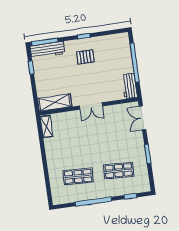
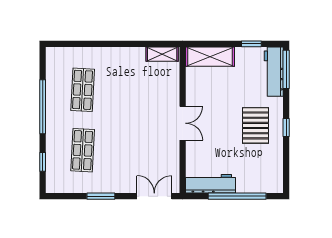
pallet: (85, 57) -> (255, 125), width x1.50, depth x1.42
workbench: (129, 86) -> (210, 184), width x1.38
shelving: (55, 102) -> (210, 57), moved, turned 90
double door: (91, 106) -> (183, 123), swing flipped

